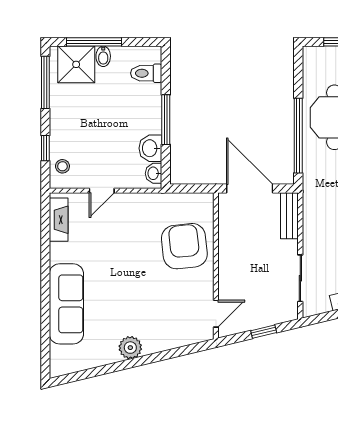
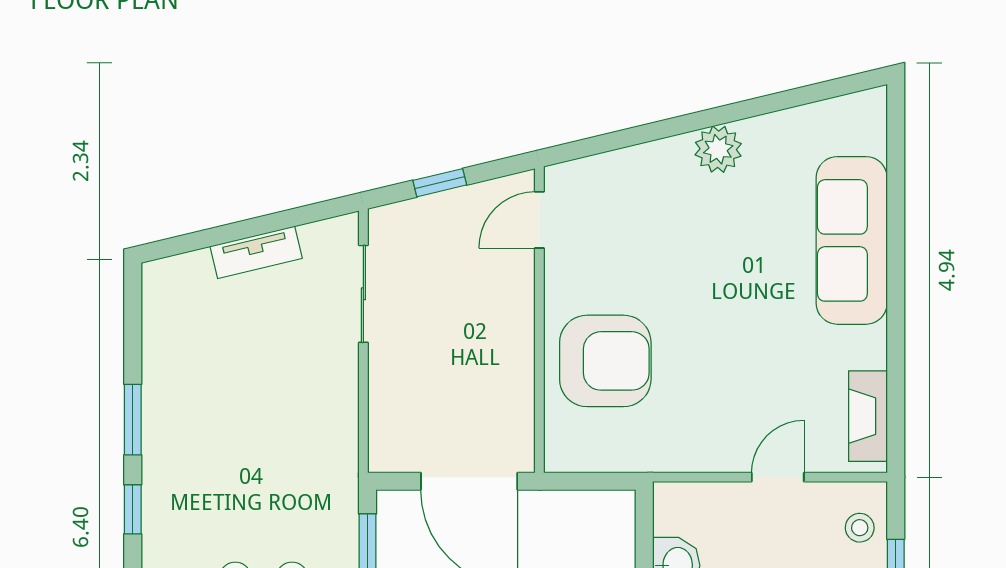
washbasin: (154, 173) -> (670, 513), removed
bench: (289, 216) -> (386, 425), removed
armchair: (184, 246) -> (605, 361), turned -84

